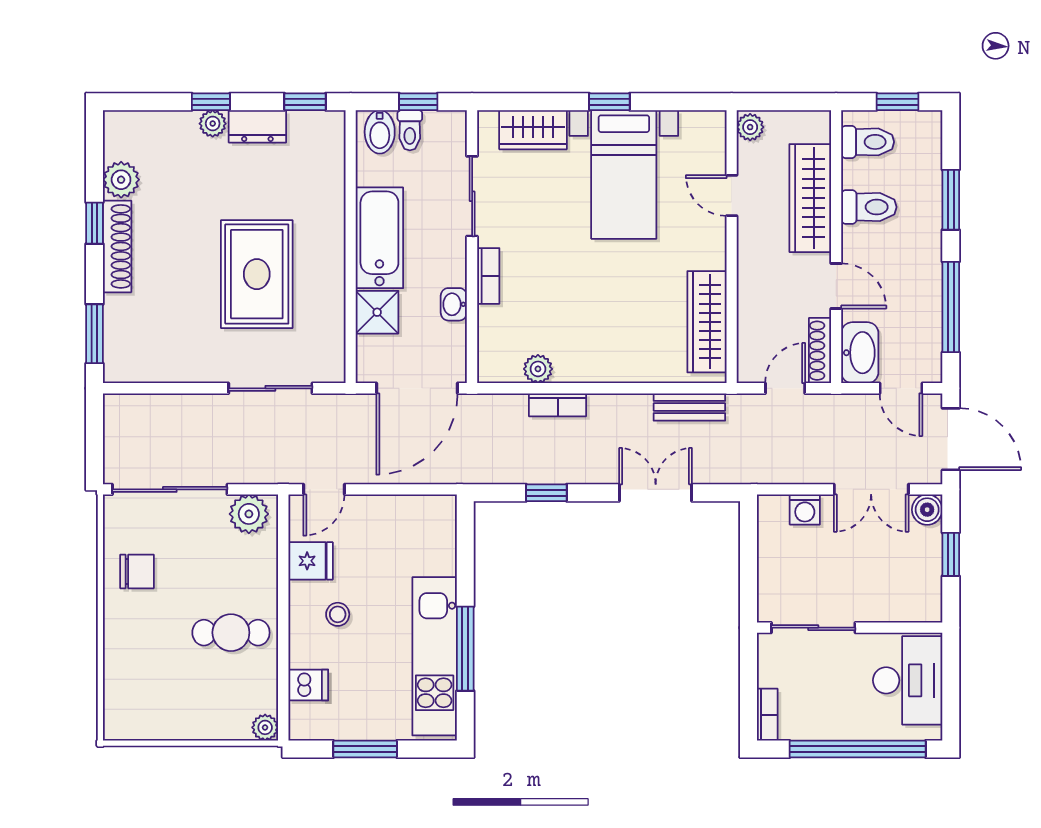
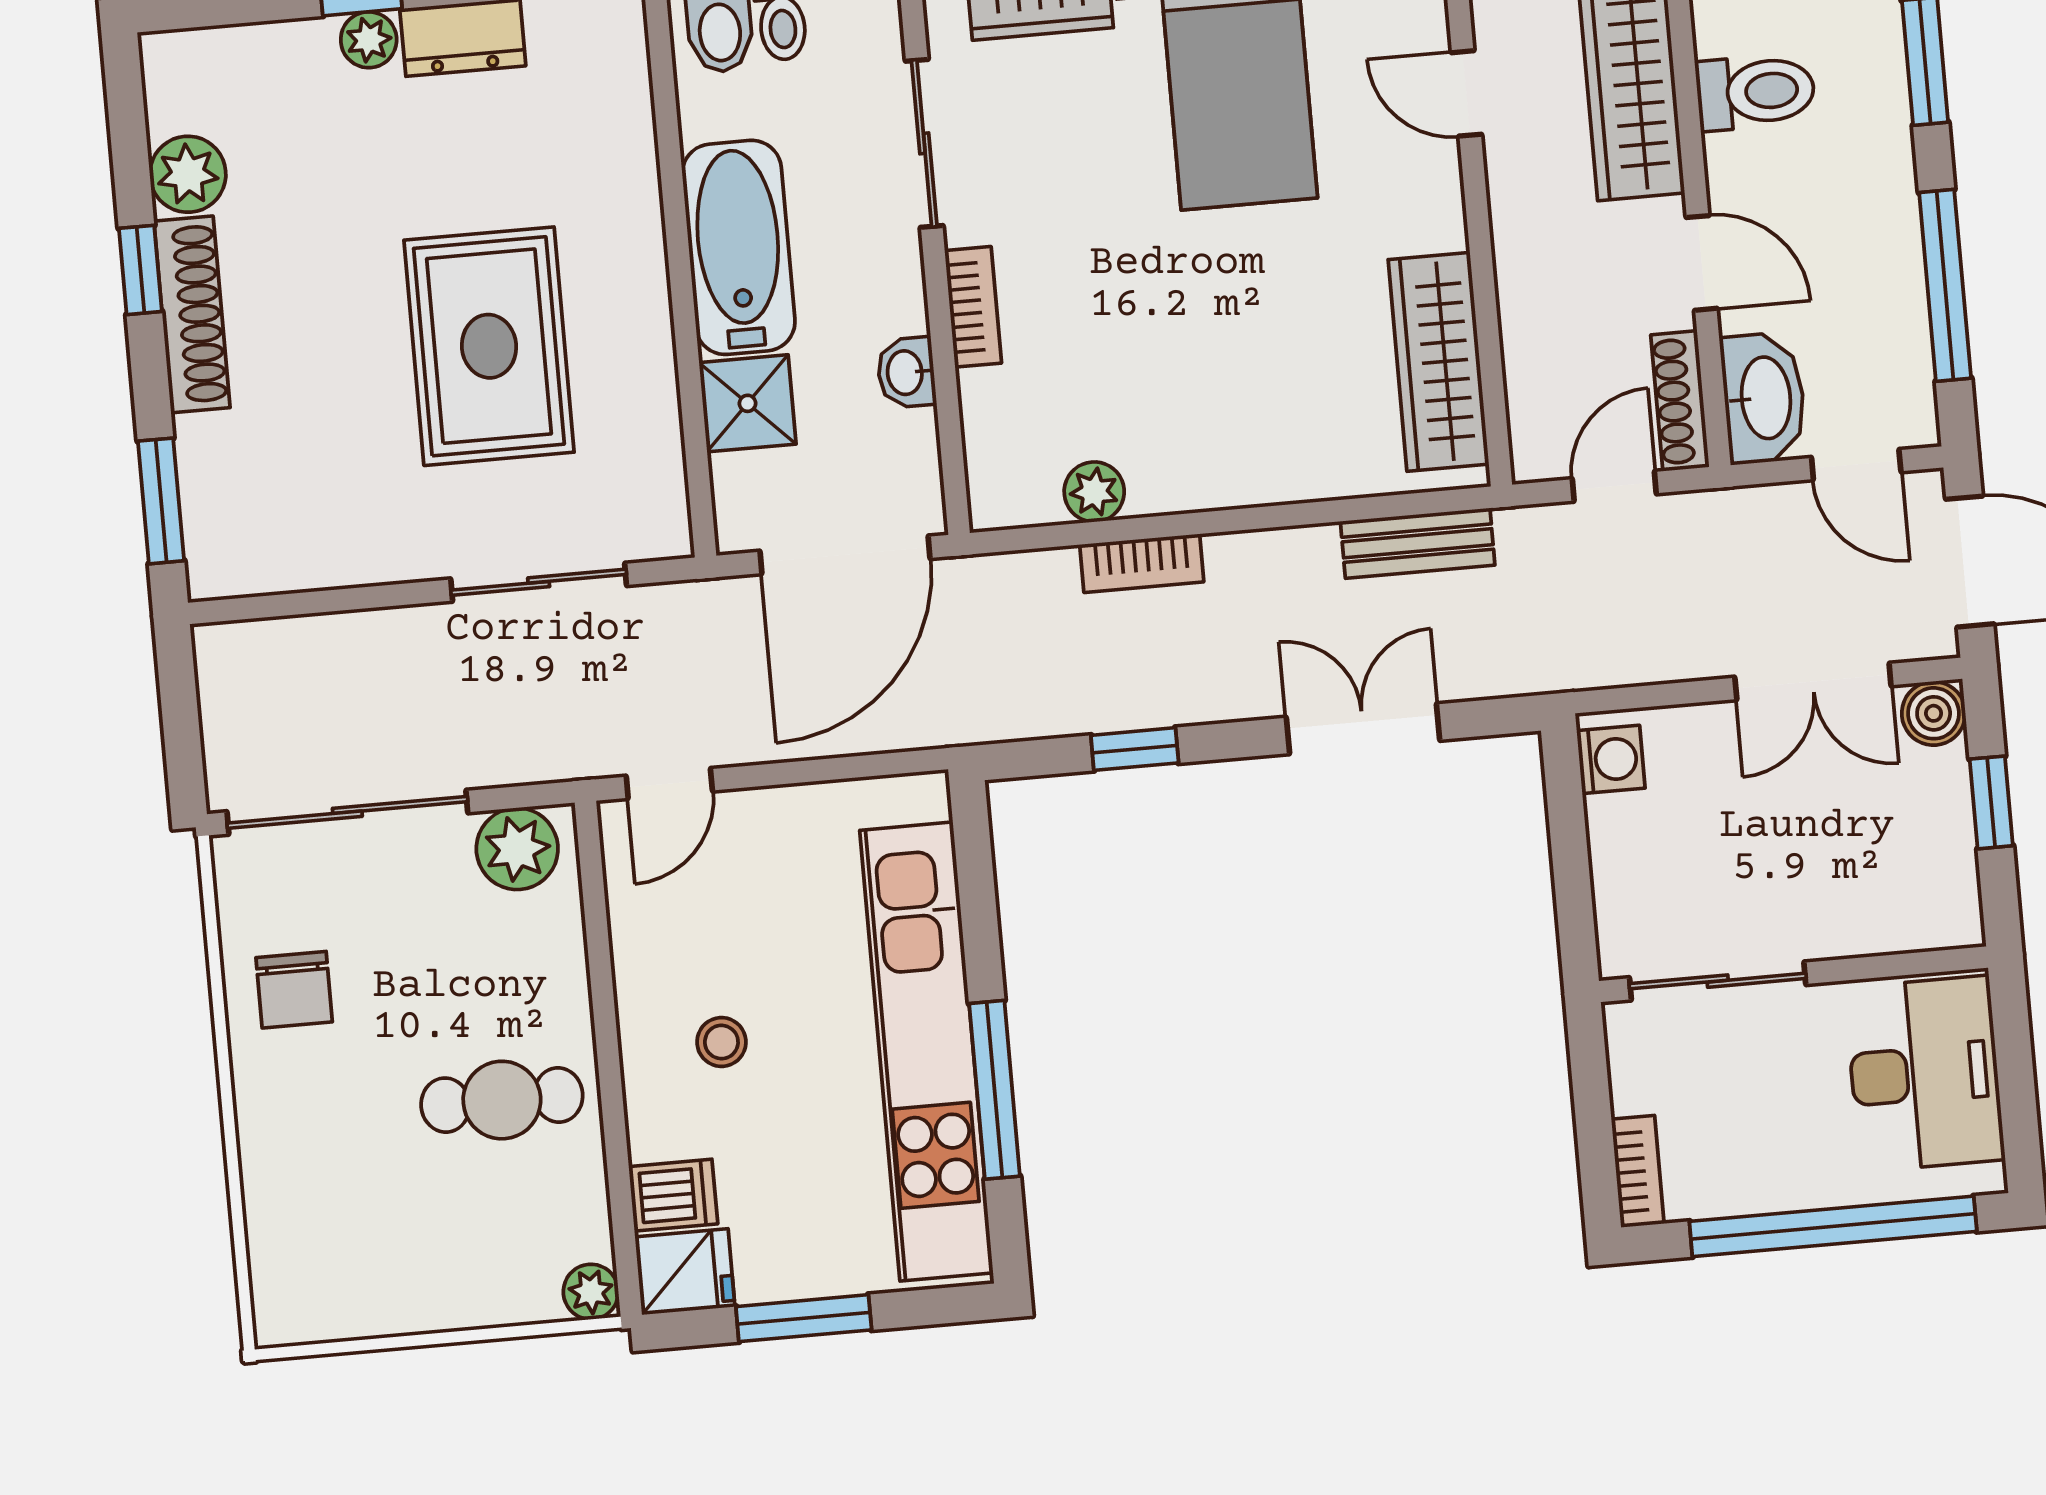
washing machine: (805, 510) -> (1611, 759), moved, turned -90
fridge: (311, 561) -> (685, 1272), moved
chair: (137, 571) -> (294, 990), turned 90
kitchen unit: (435, 656) -> (926, 1052), width x1.36

